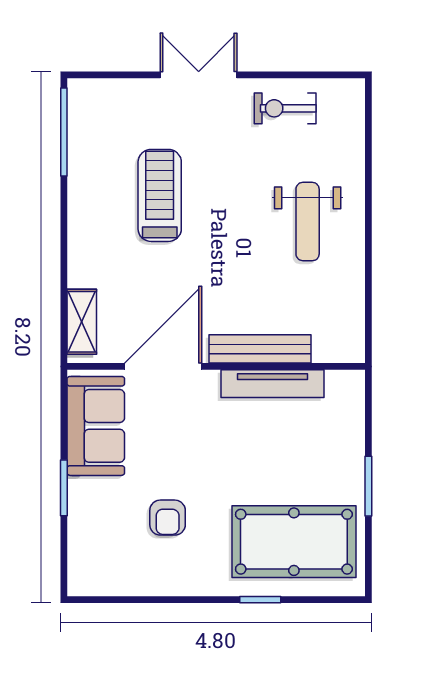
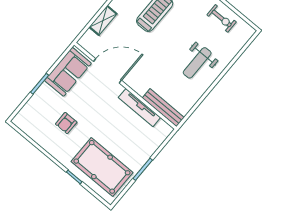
exercise bike: (285, 108) -> (222, 18), turned 180
shelving: (82, 322) -> (103, 20), moved
bench: (260, 349) -> (163, 108), moved

